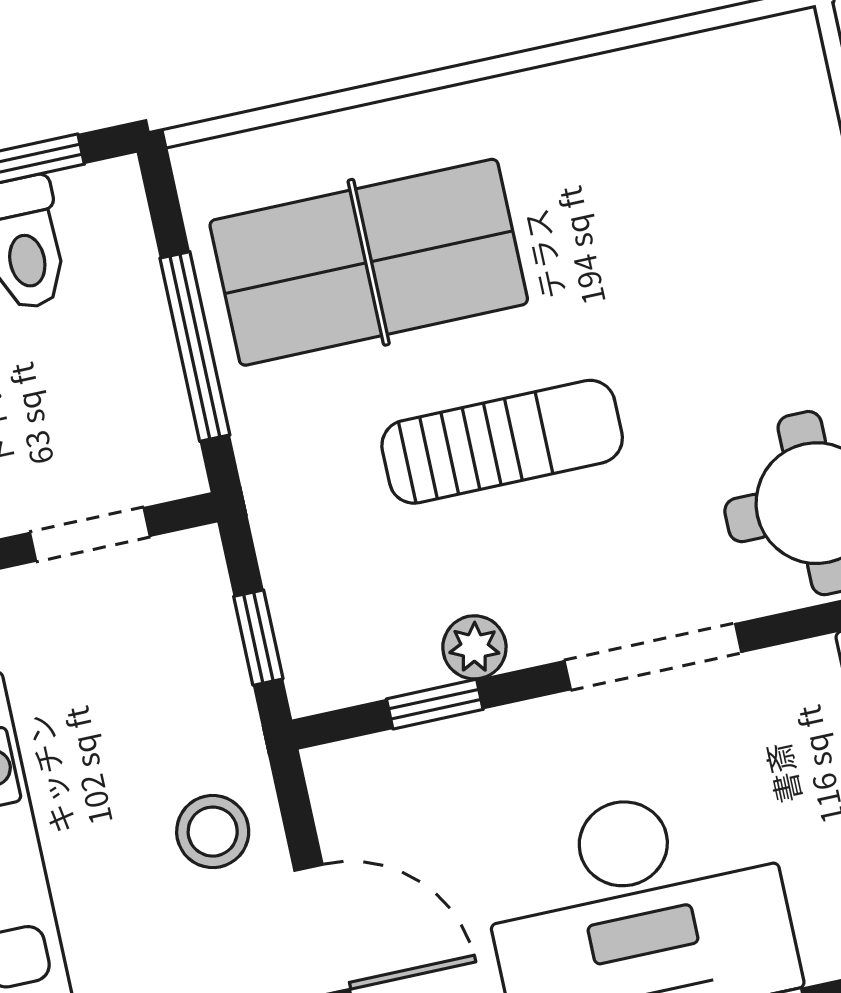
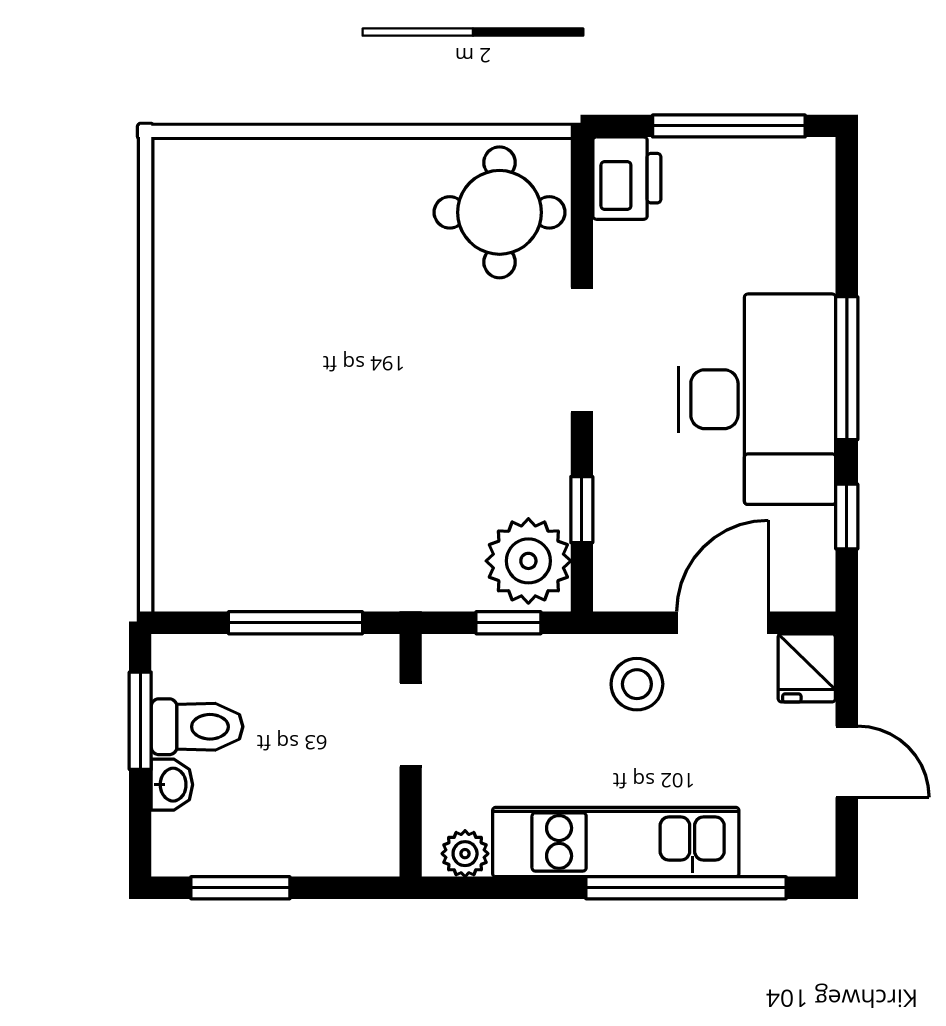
table tennis table: (369, 262) -> (263, 488), removed
sun lounger: (502, 442) -> (409, 423), removed
plant: (474, 647) -> (528, 561), moved, width x1.87, depth x1.87

